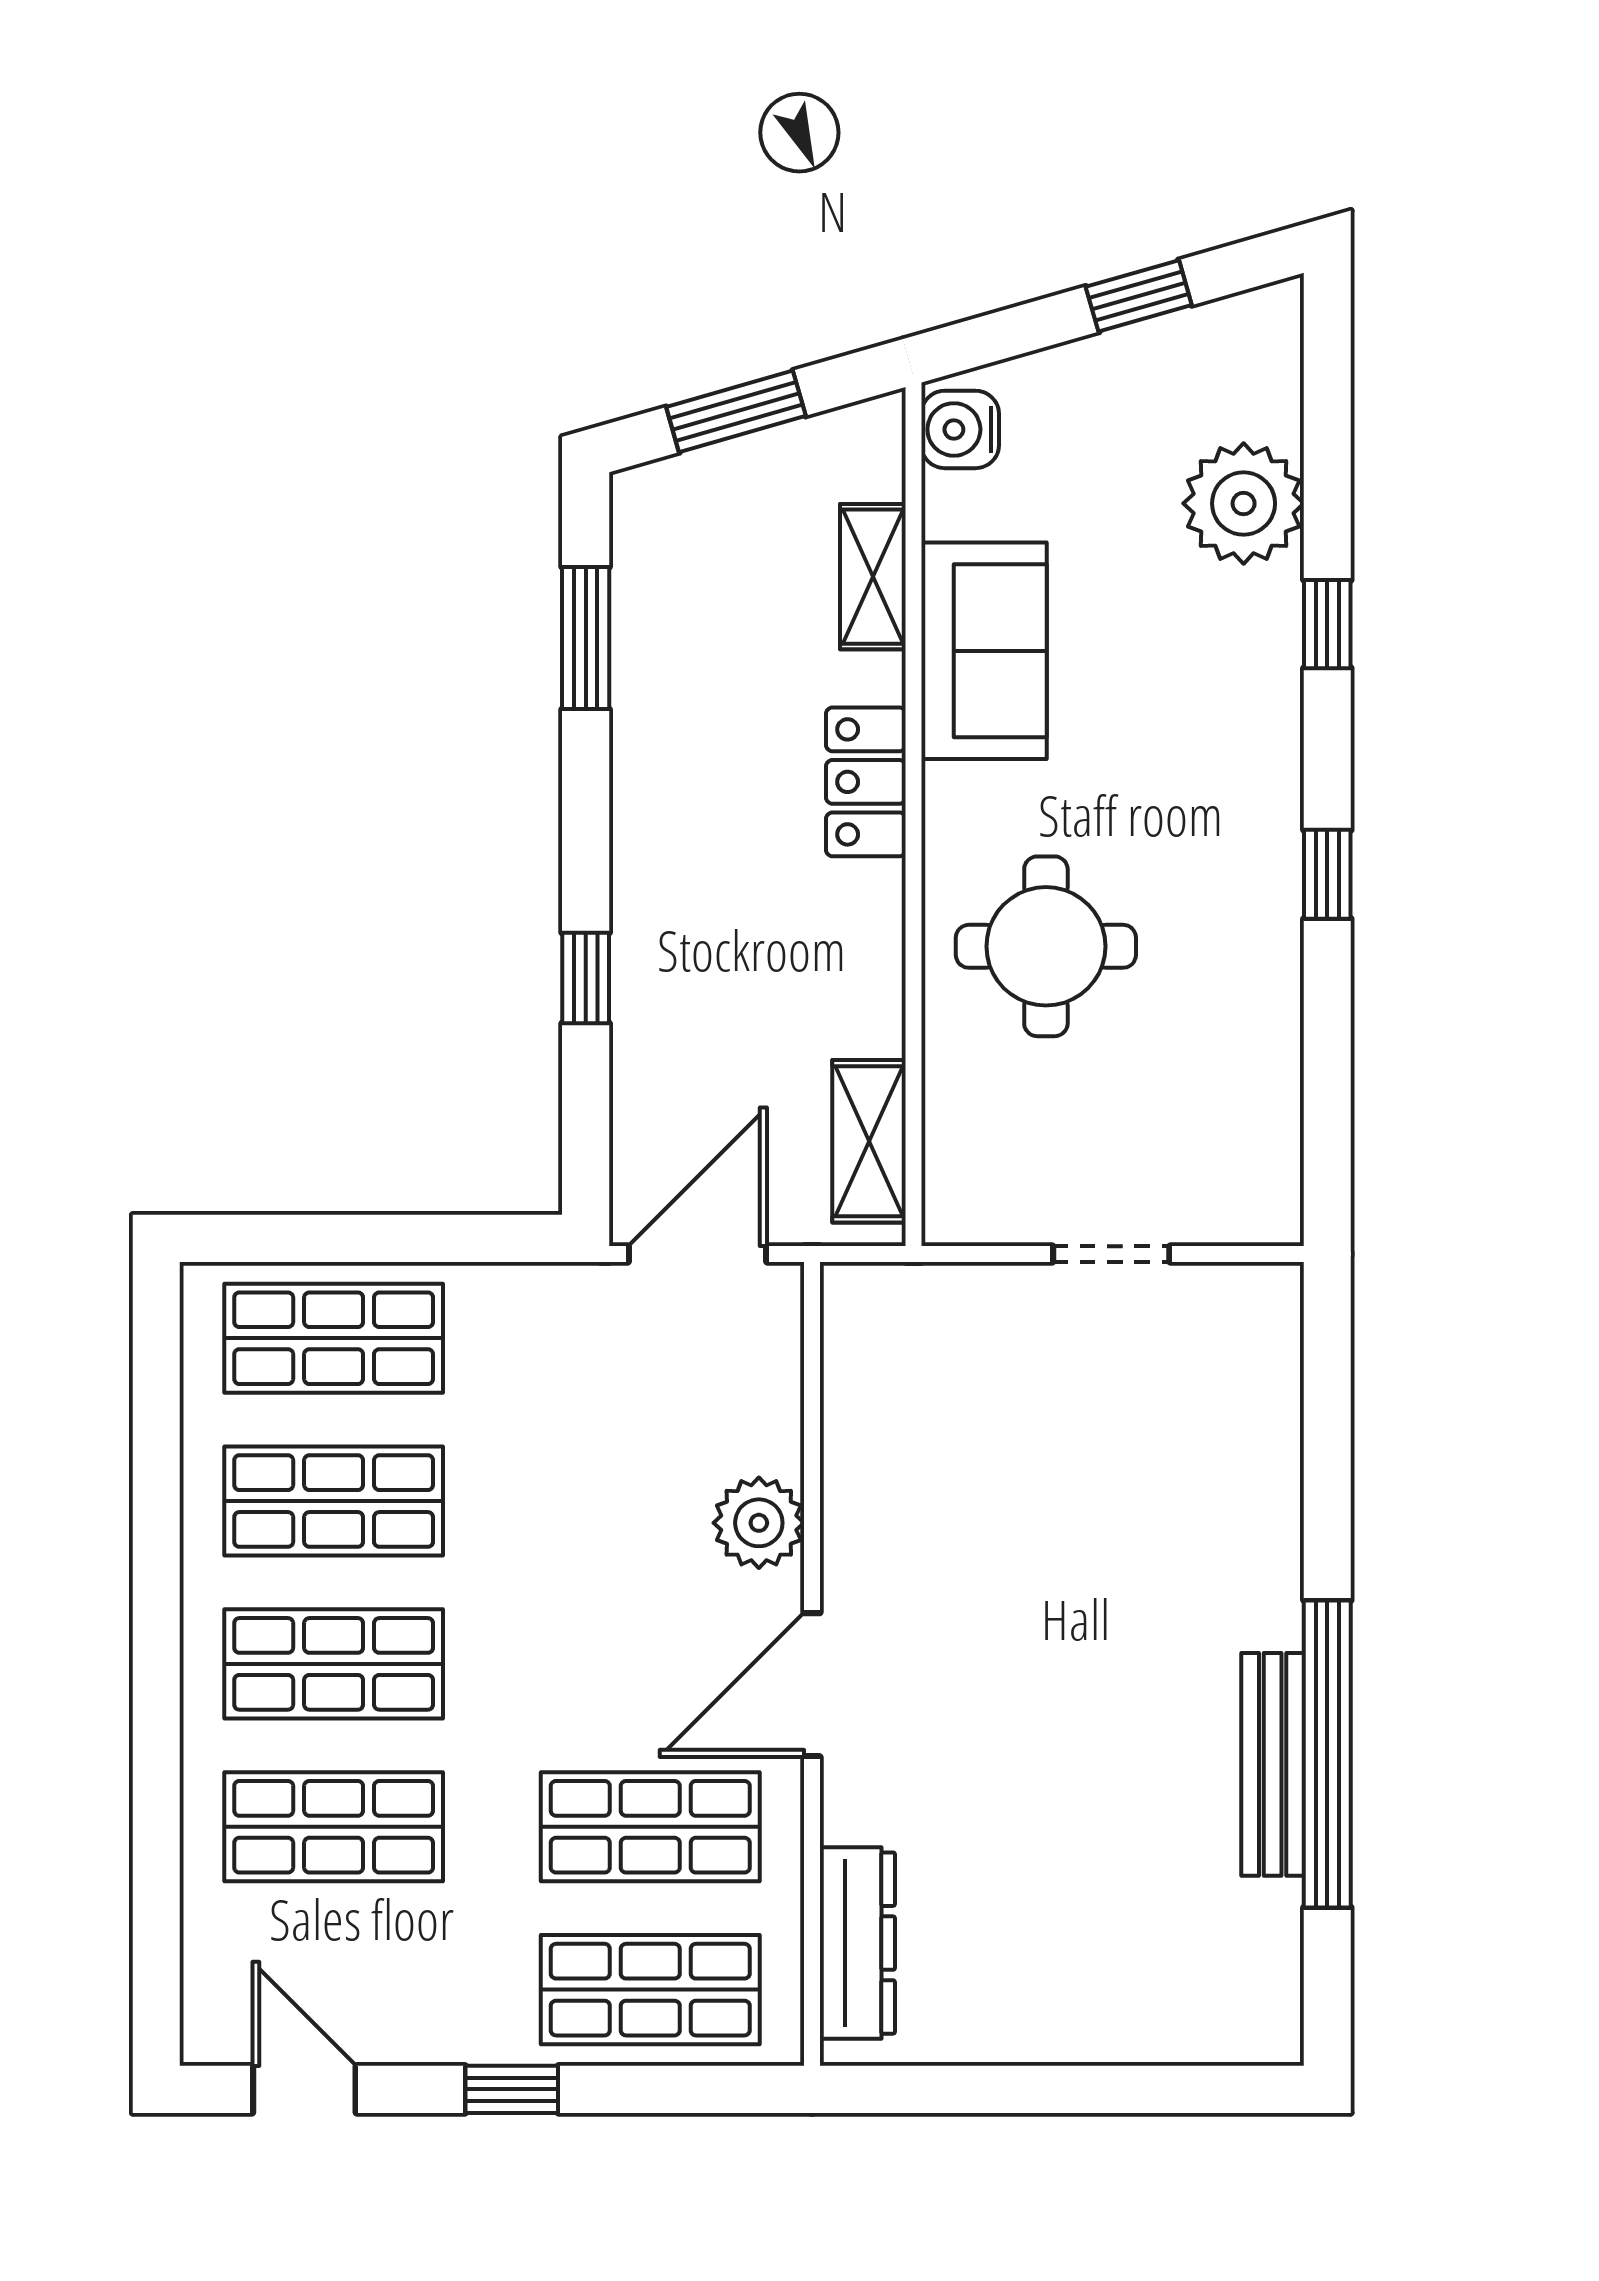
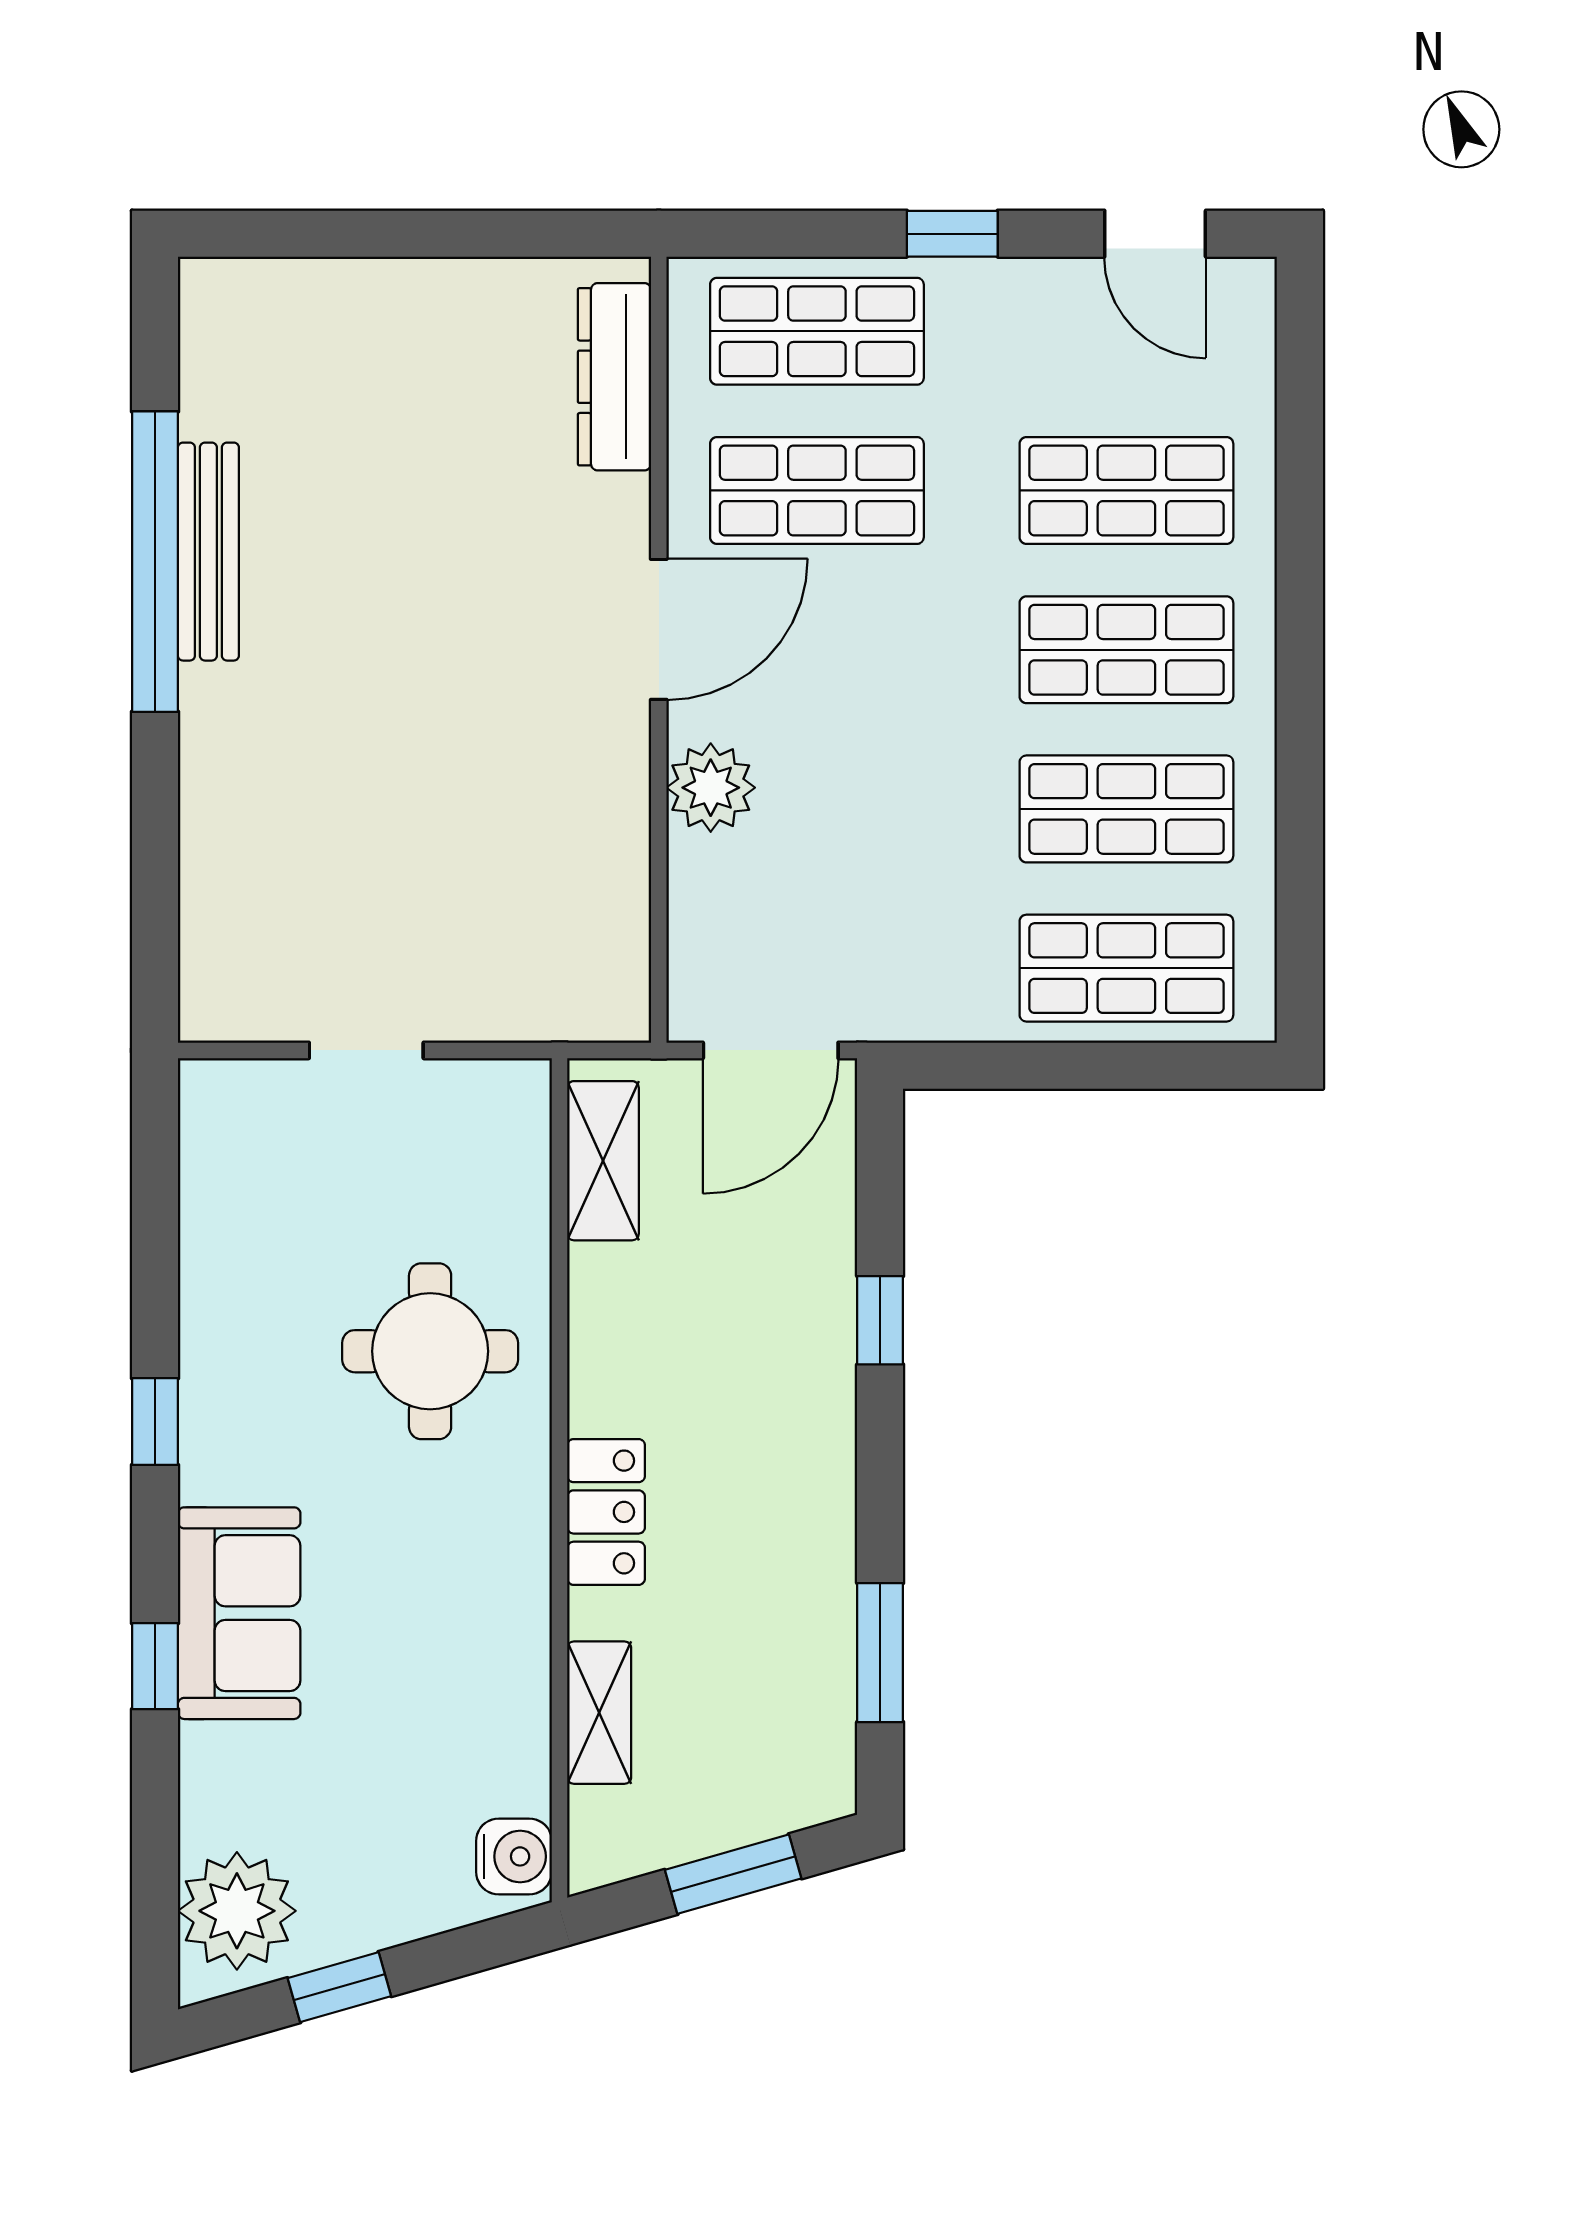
plant: (1244, 503) -> (237, 1911), moved
sofa: (984, 651) -> (239, 1613), moved, turned 180

